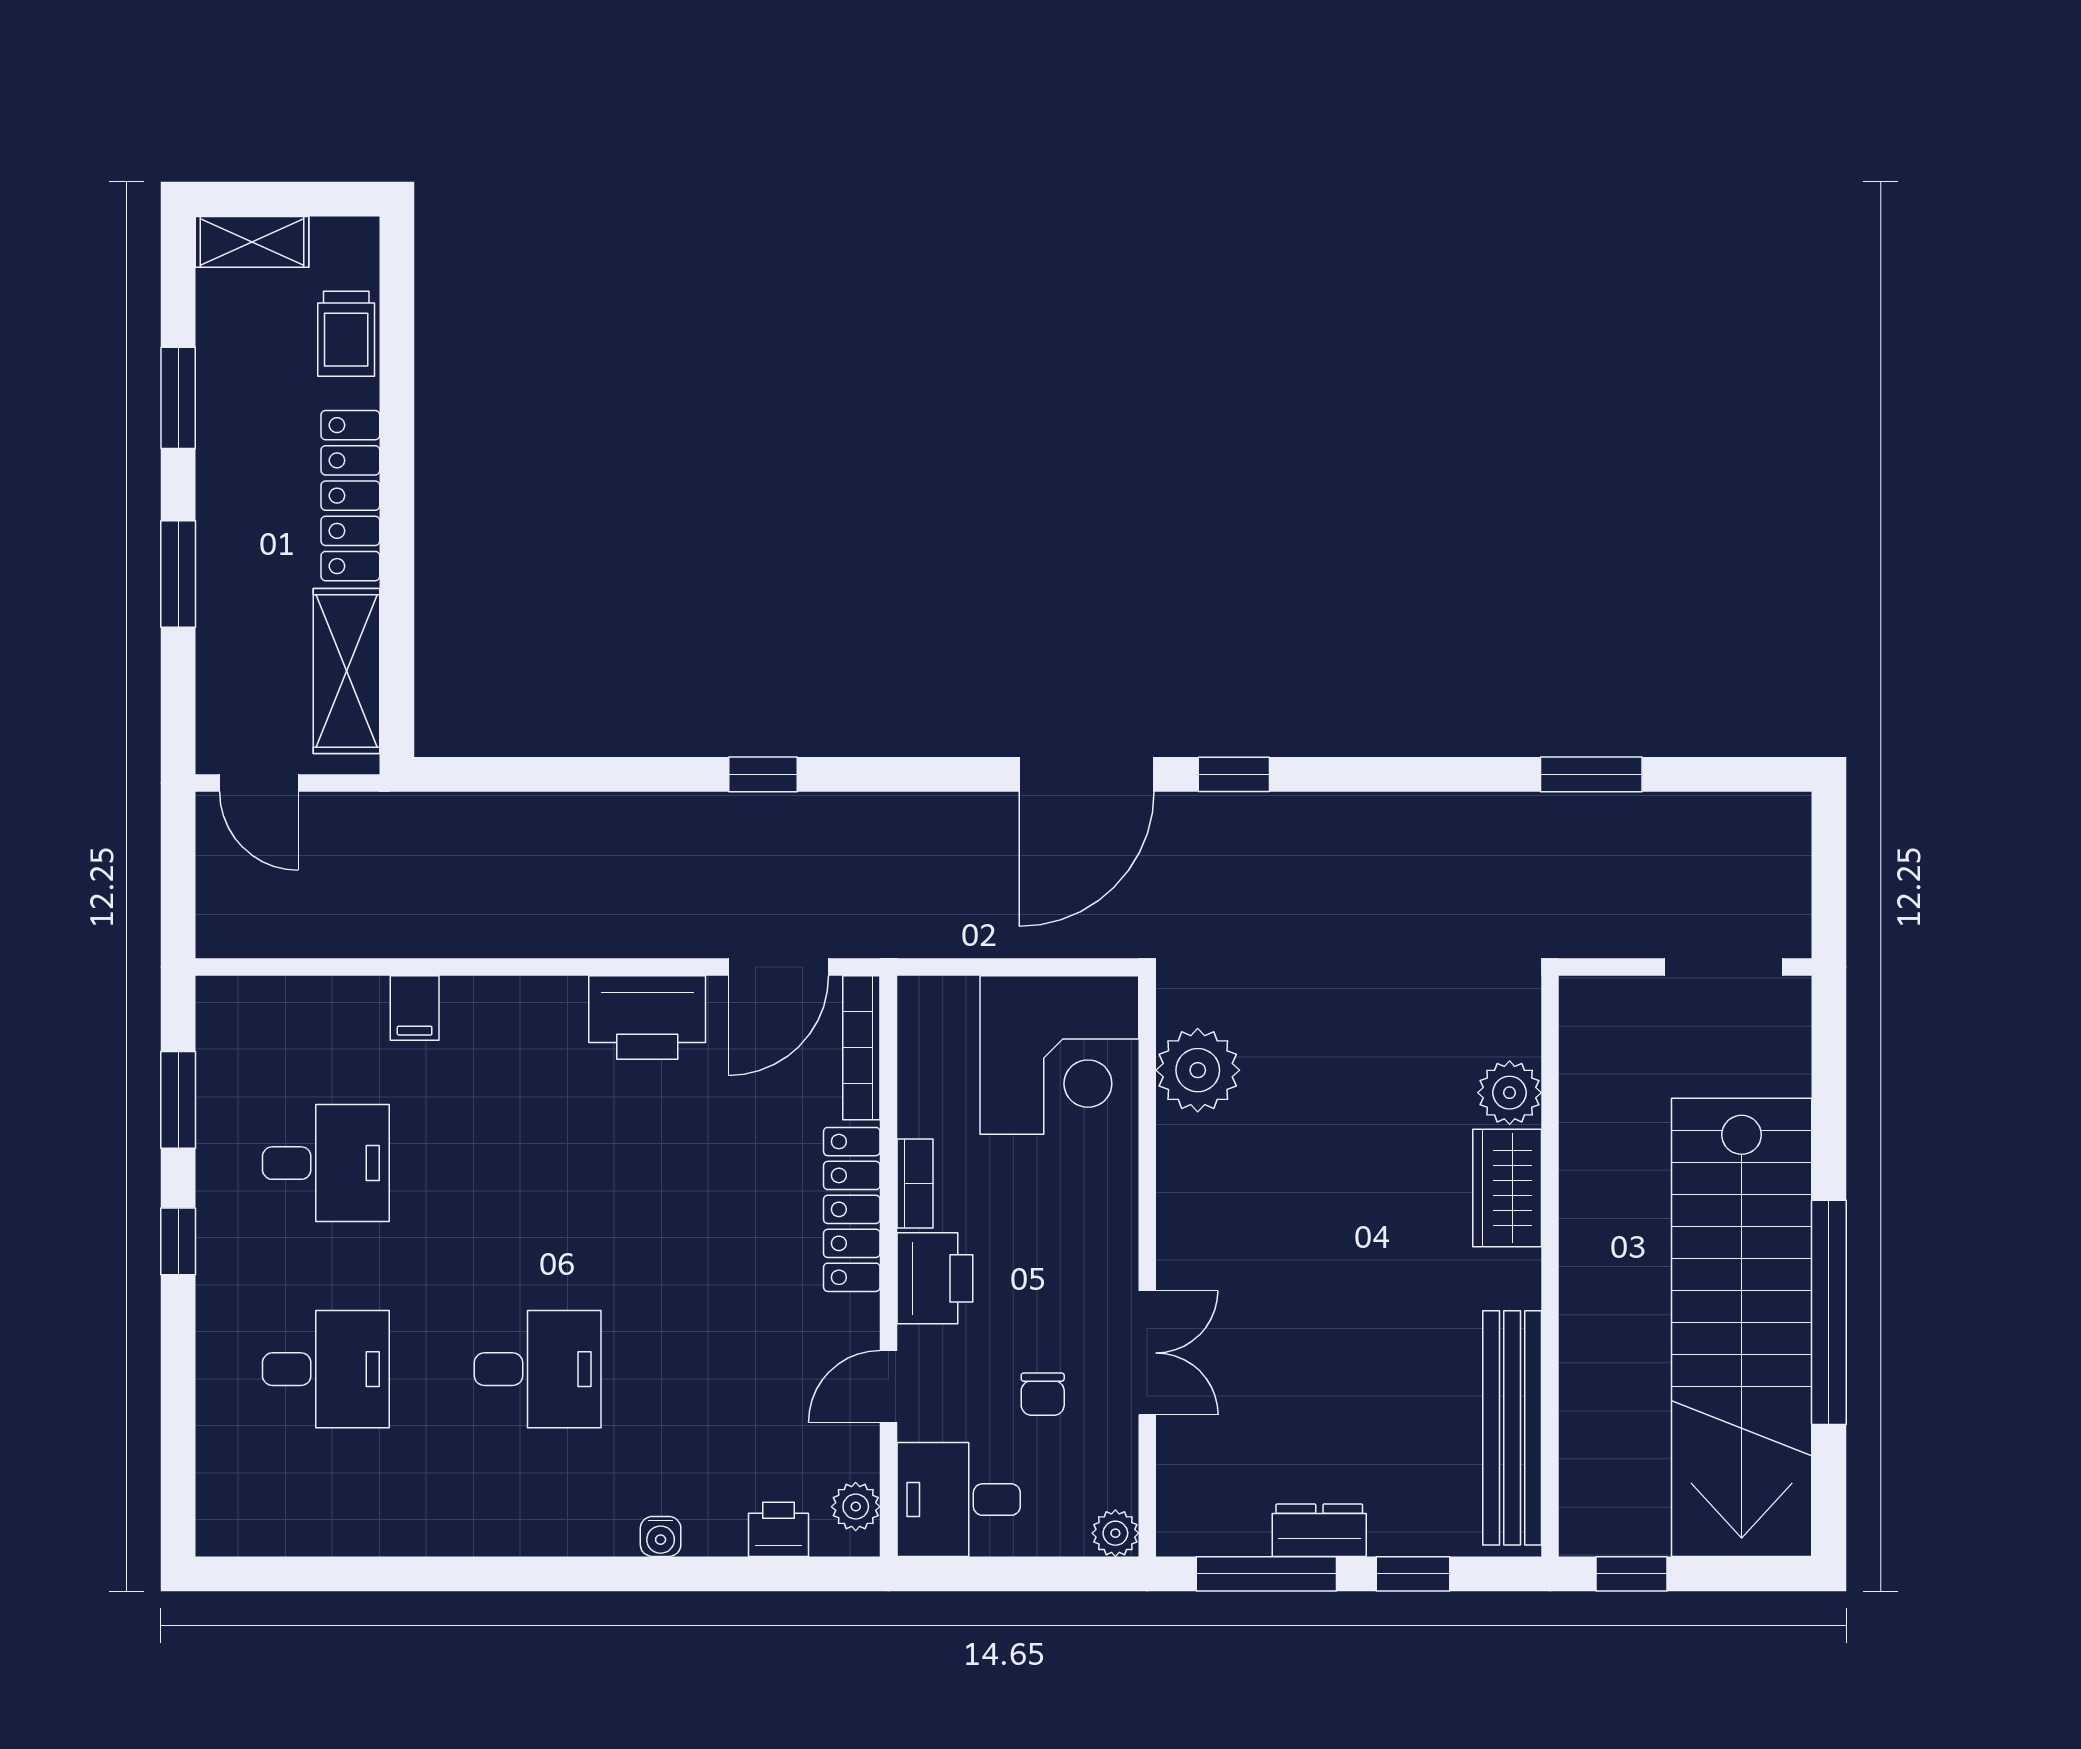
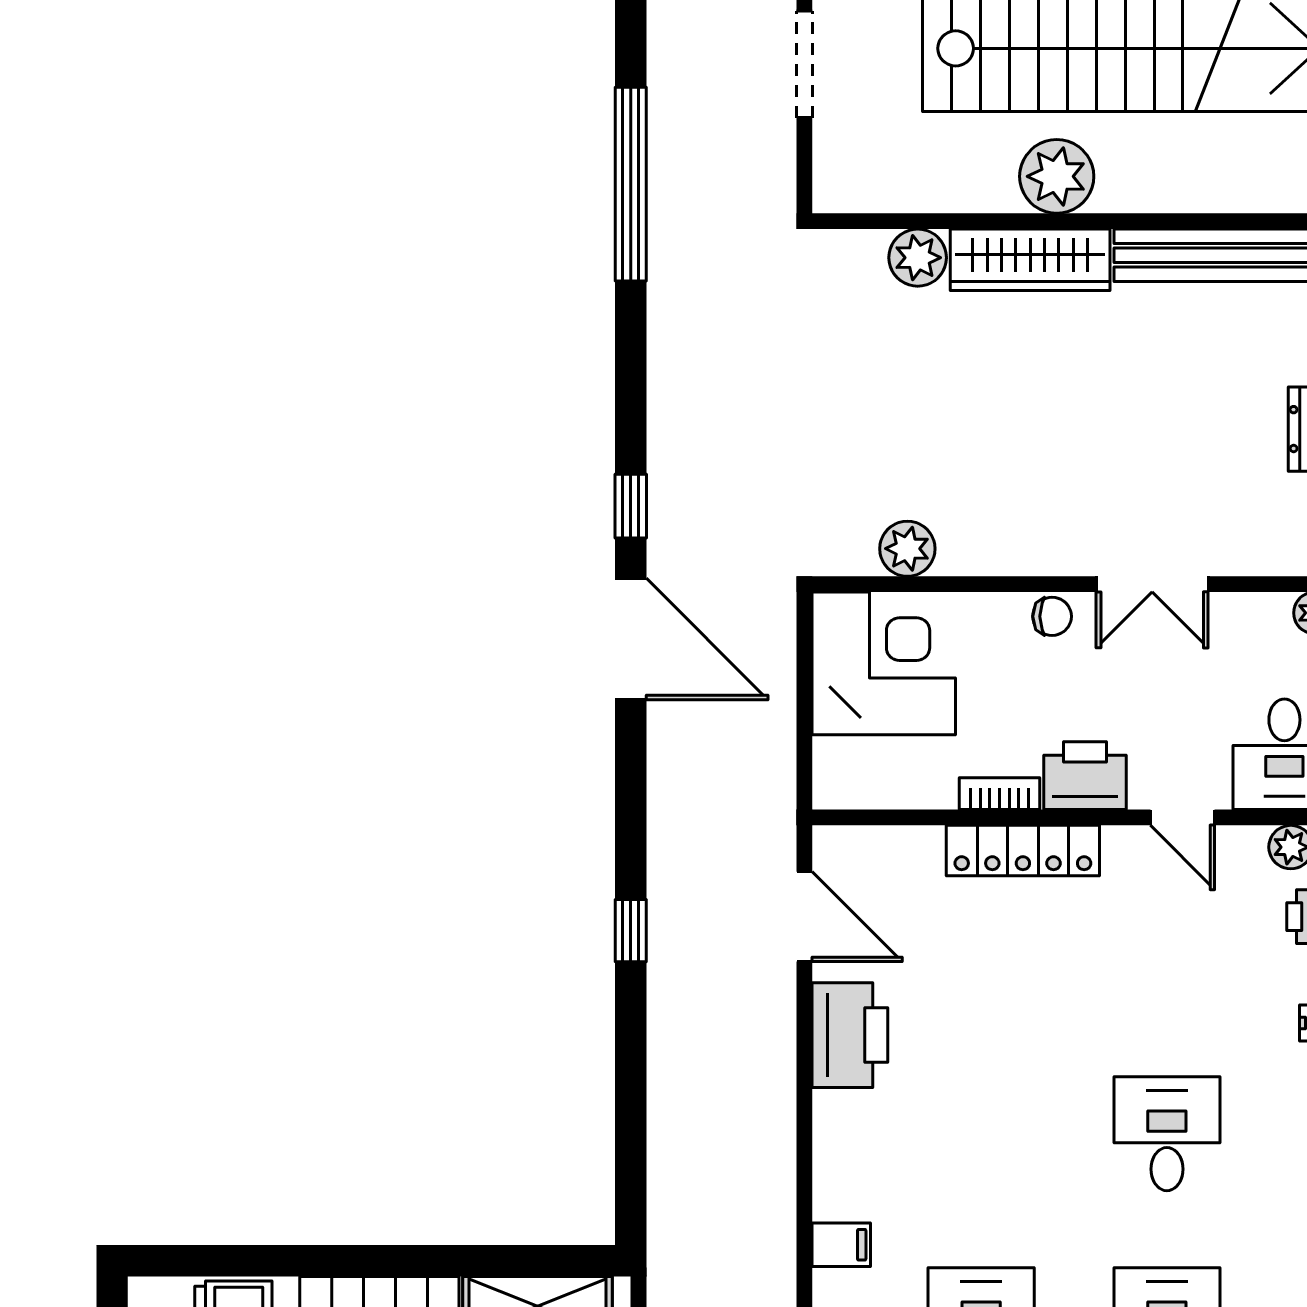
window: (1591, 774) -> (631, 184), width x2.11
bookcase: (861, 1048) -> (877, 842), removed
plant: (1198, 1070) -> (907, 549), width x0.73, depth x0.73
wardrobe: (1507, 1188) -> (1030, 260), width x1.50
plant: (1600, 1247) -> (1057, 176), added
double door: (1147, 1353) -> (1152, 584), swing flipped
chair: (1043, 1394) -> (1052, 616), moved

